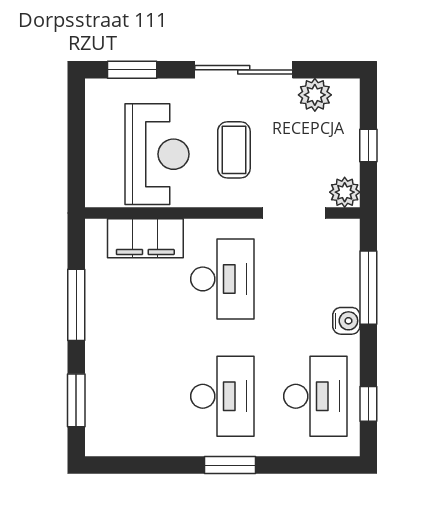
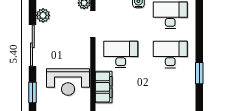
coffee table: (234, 150) -> (66, 50), removed
reception desk: (157, 154) -> (68, 82), turned 180
window: (230, 465) -> (199, 73), moved

